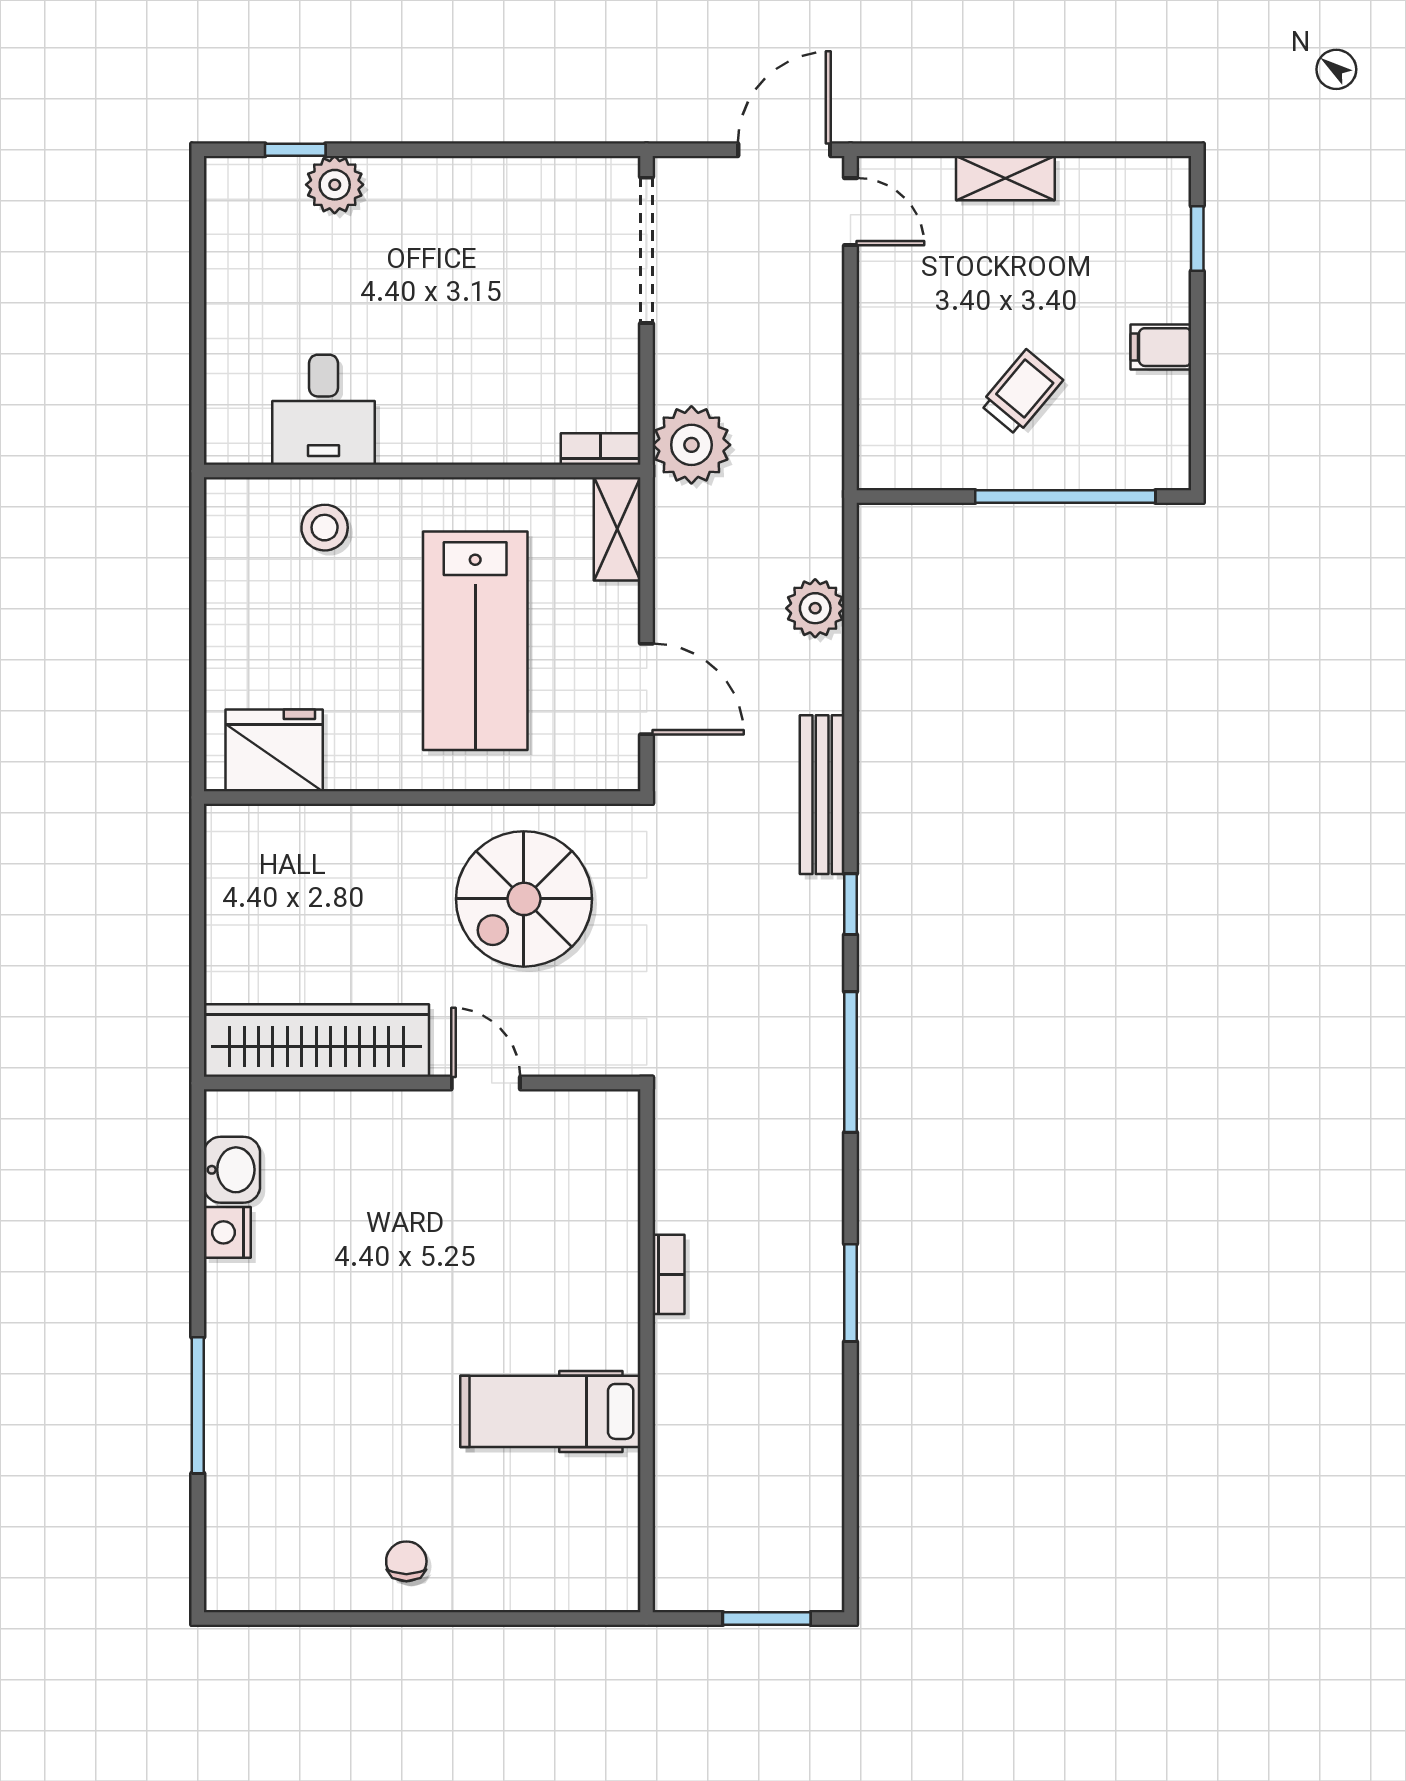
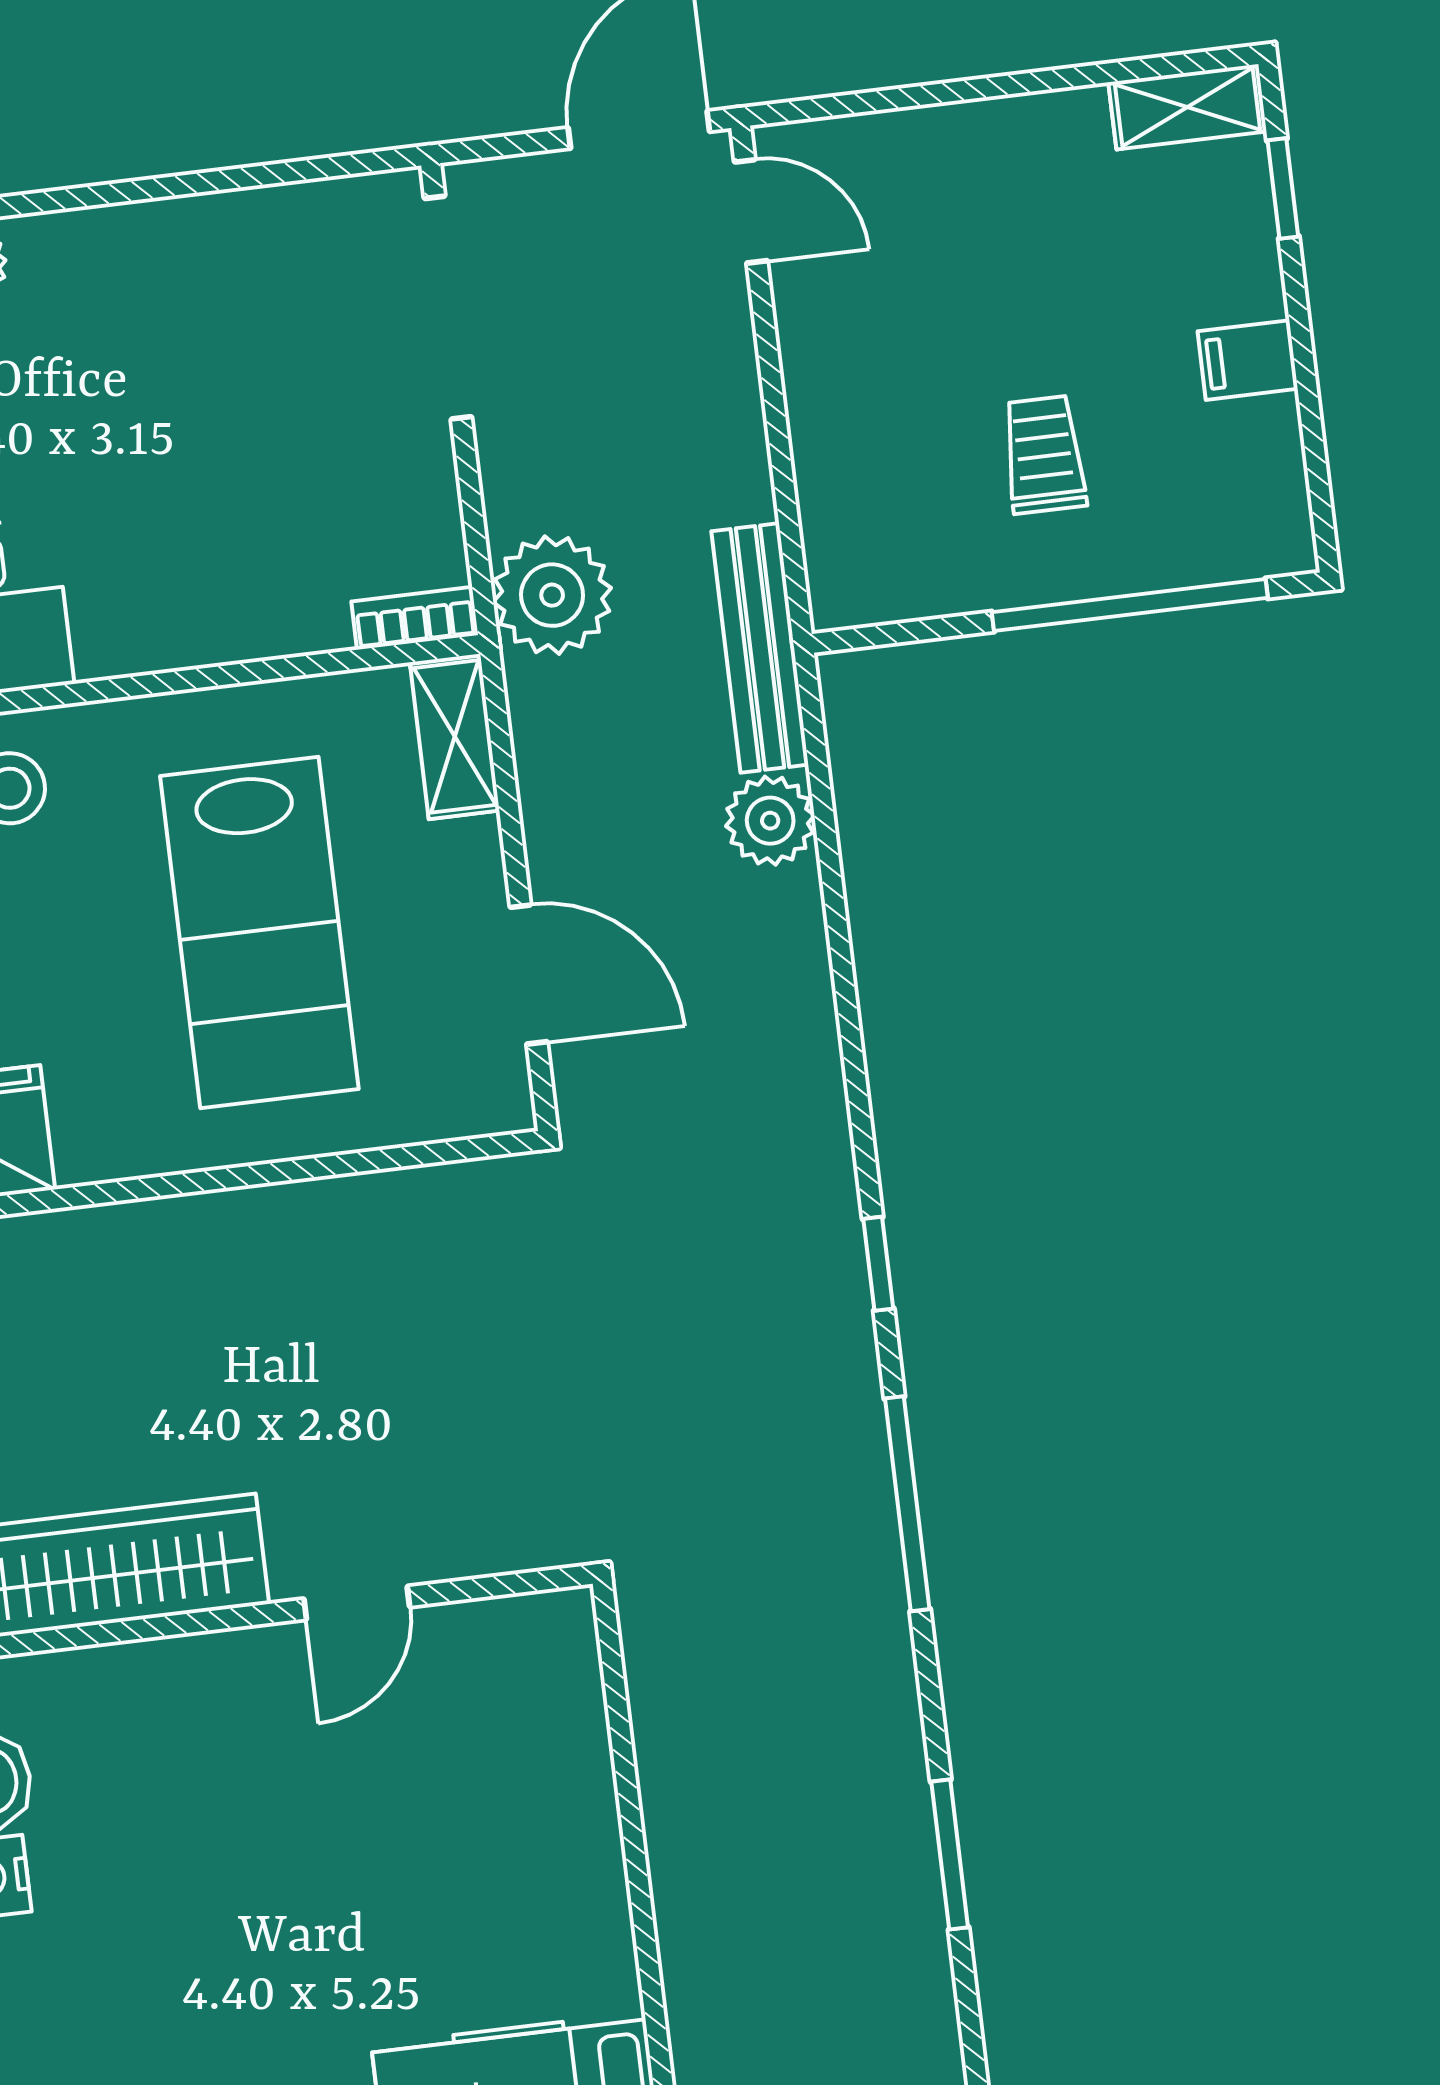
shelving: (1005, 178) -> (1188, 107), moved
trolley: (1021, 392) -> (1044, 455), turned -40
bench: (822, 795) -> (760, 648), moved
spiral stairs: (524, 899) -> (381, 1316), removed
door: (486, 1083) -> (357, 1603), swing flipped
bookcase: (669, 1274) -> (670, 1860), removed

